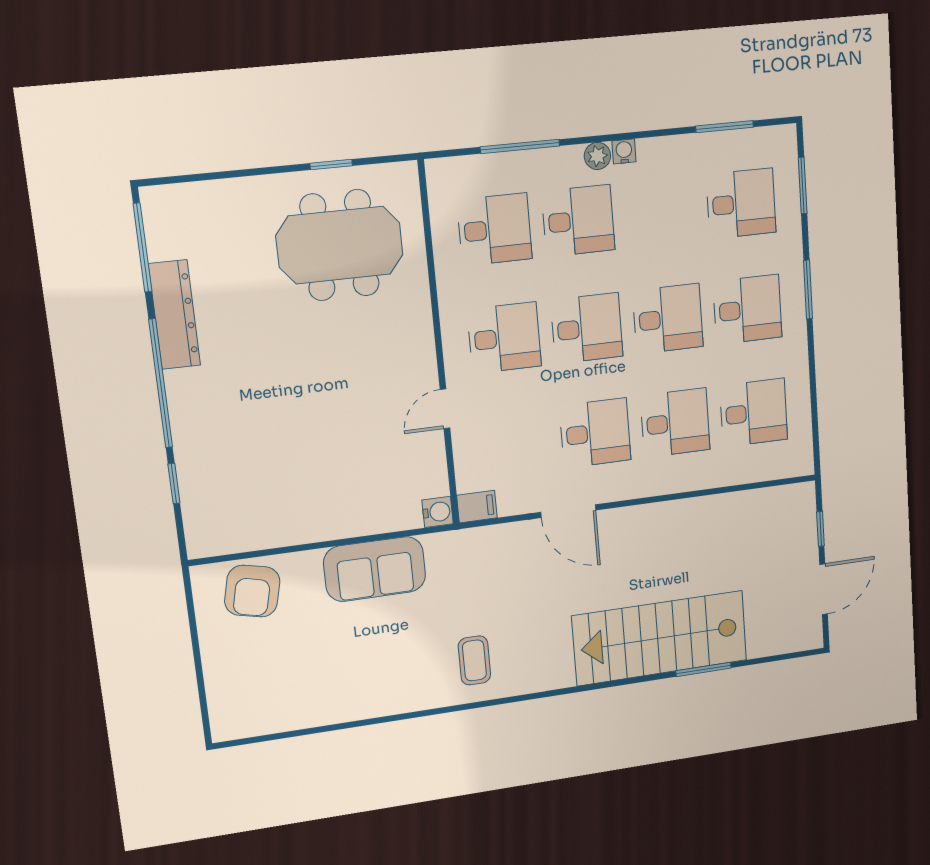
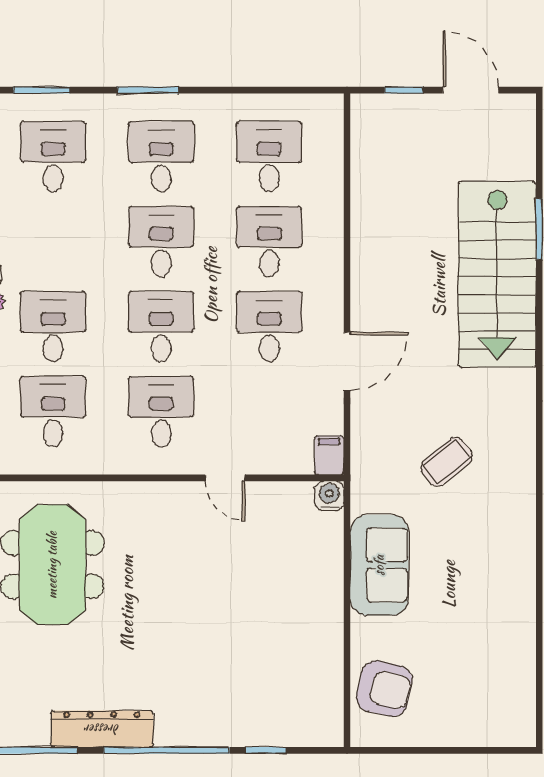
coffee table: (474, 660) -> (447, 462), moved, turned -40

